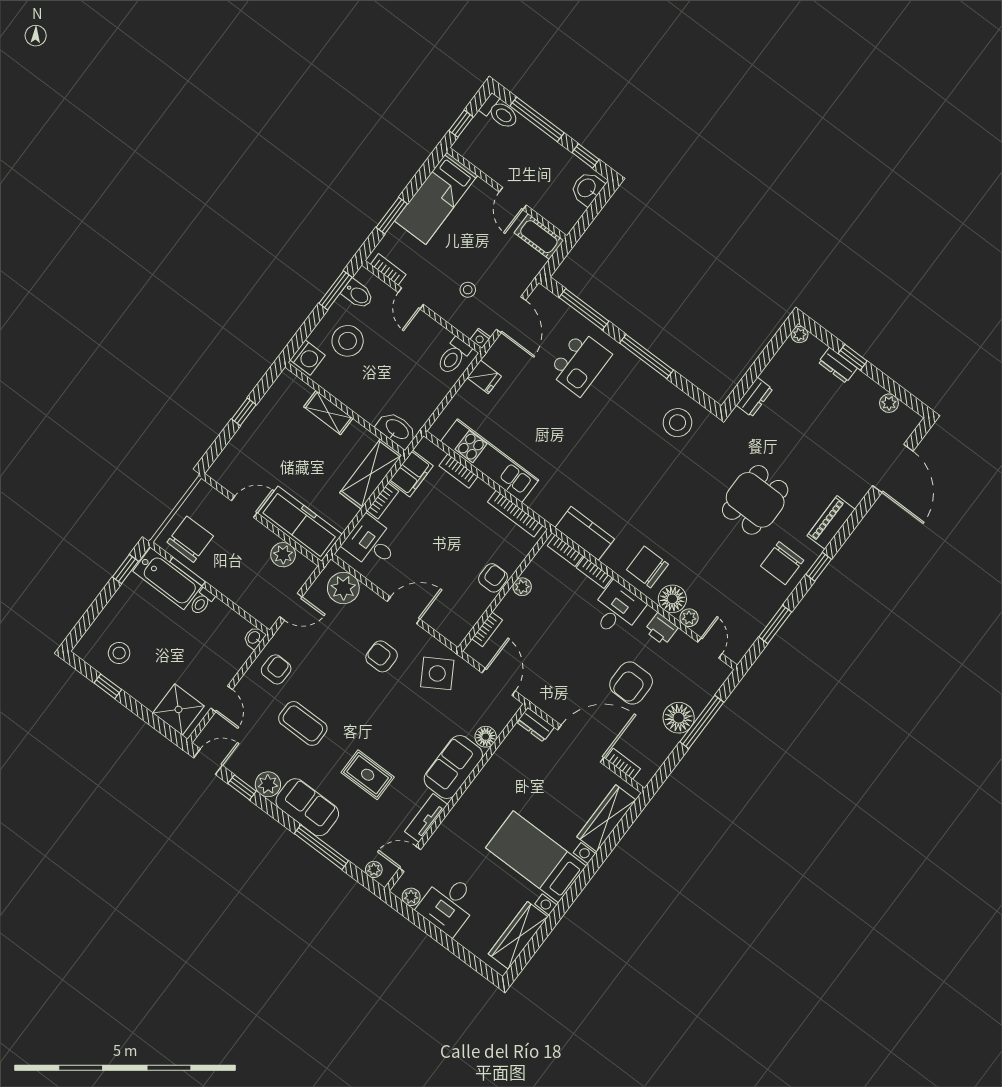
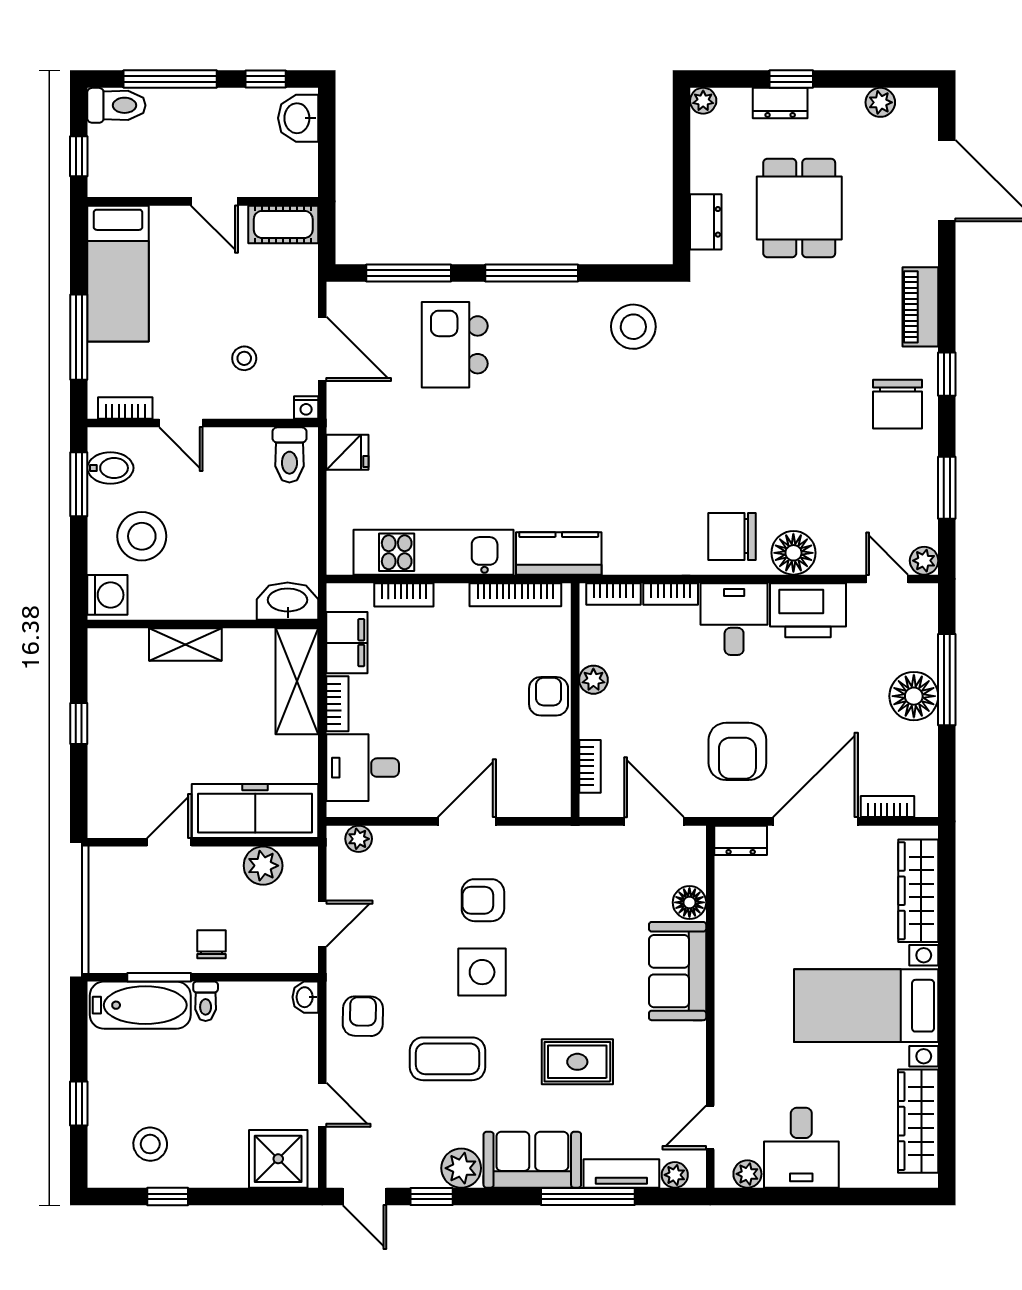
window: (392, 216) -> (79, 337), width x1.44
kitchen island: (580, 363) -> (455, 345), turned 180
dining table: (755, 500) -> (799, 208), moved
kitchen counter: (585, 533) -> (559, 553), moved
chair: (190, 539) -> (212, 944), moved, width x0.54, depth x0.54
window: (125, 569) -> (79, 1104), moved
plant: (343, 588) -> (359, 839), width x0.53, depth x0.53
plant: (689, 618) -> (924, 561), moved
printer: (661, 629) -> (808, 610), width x1.87, depth x1.48
side table: (437, 673) -> (482, 972), moved, turned 31
armchair: (631, 683) -> (737, 751), moved
door: (208, 762) -> (365, 1197), swing flipped
tv unit: (426, 818) -> (621, 1174), moved, turned 90

